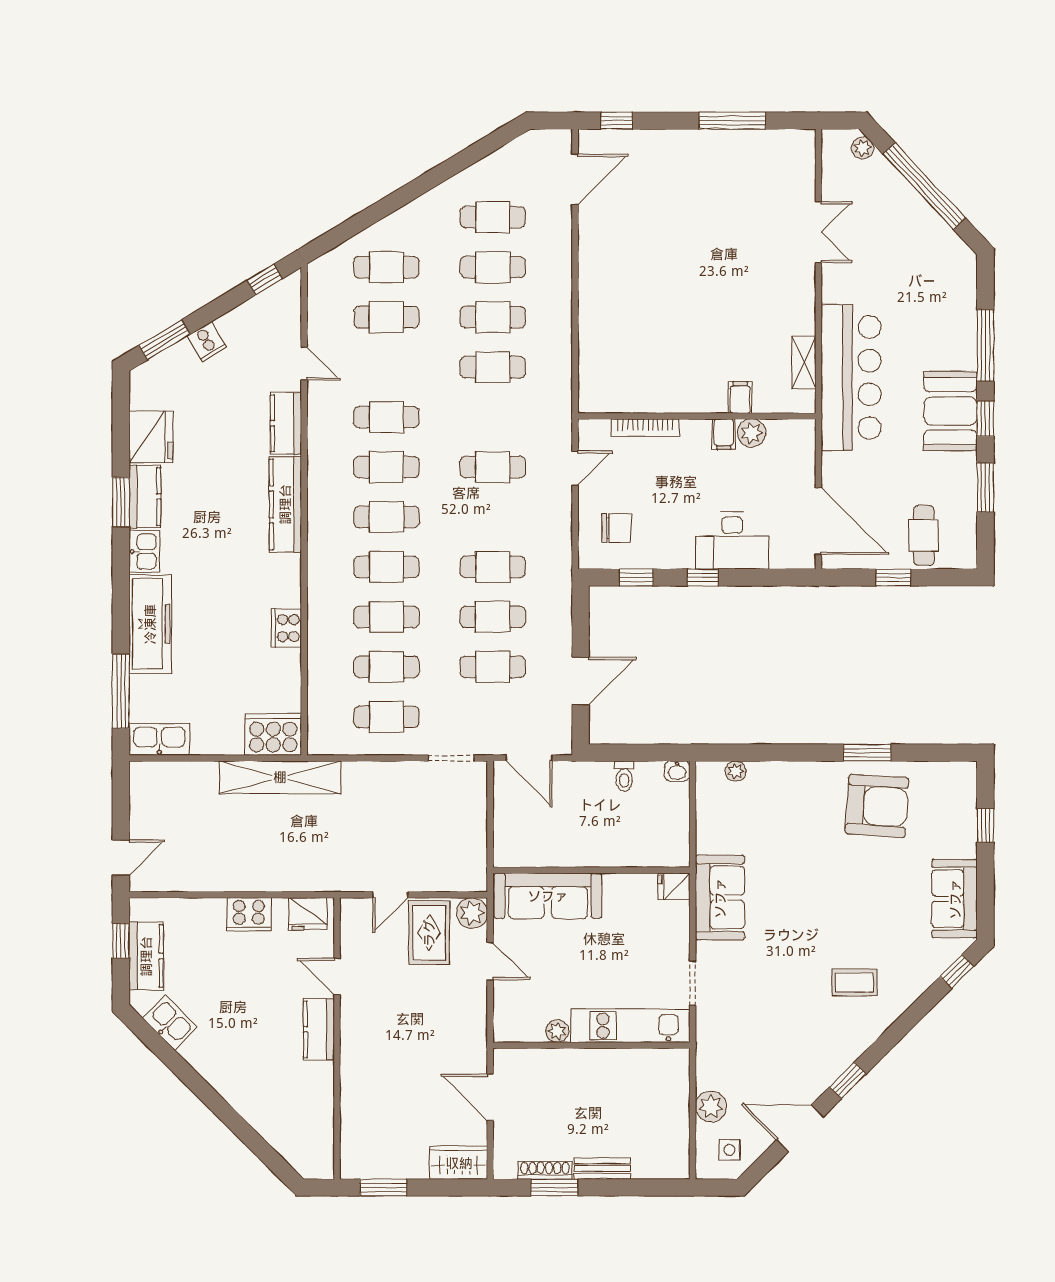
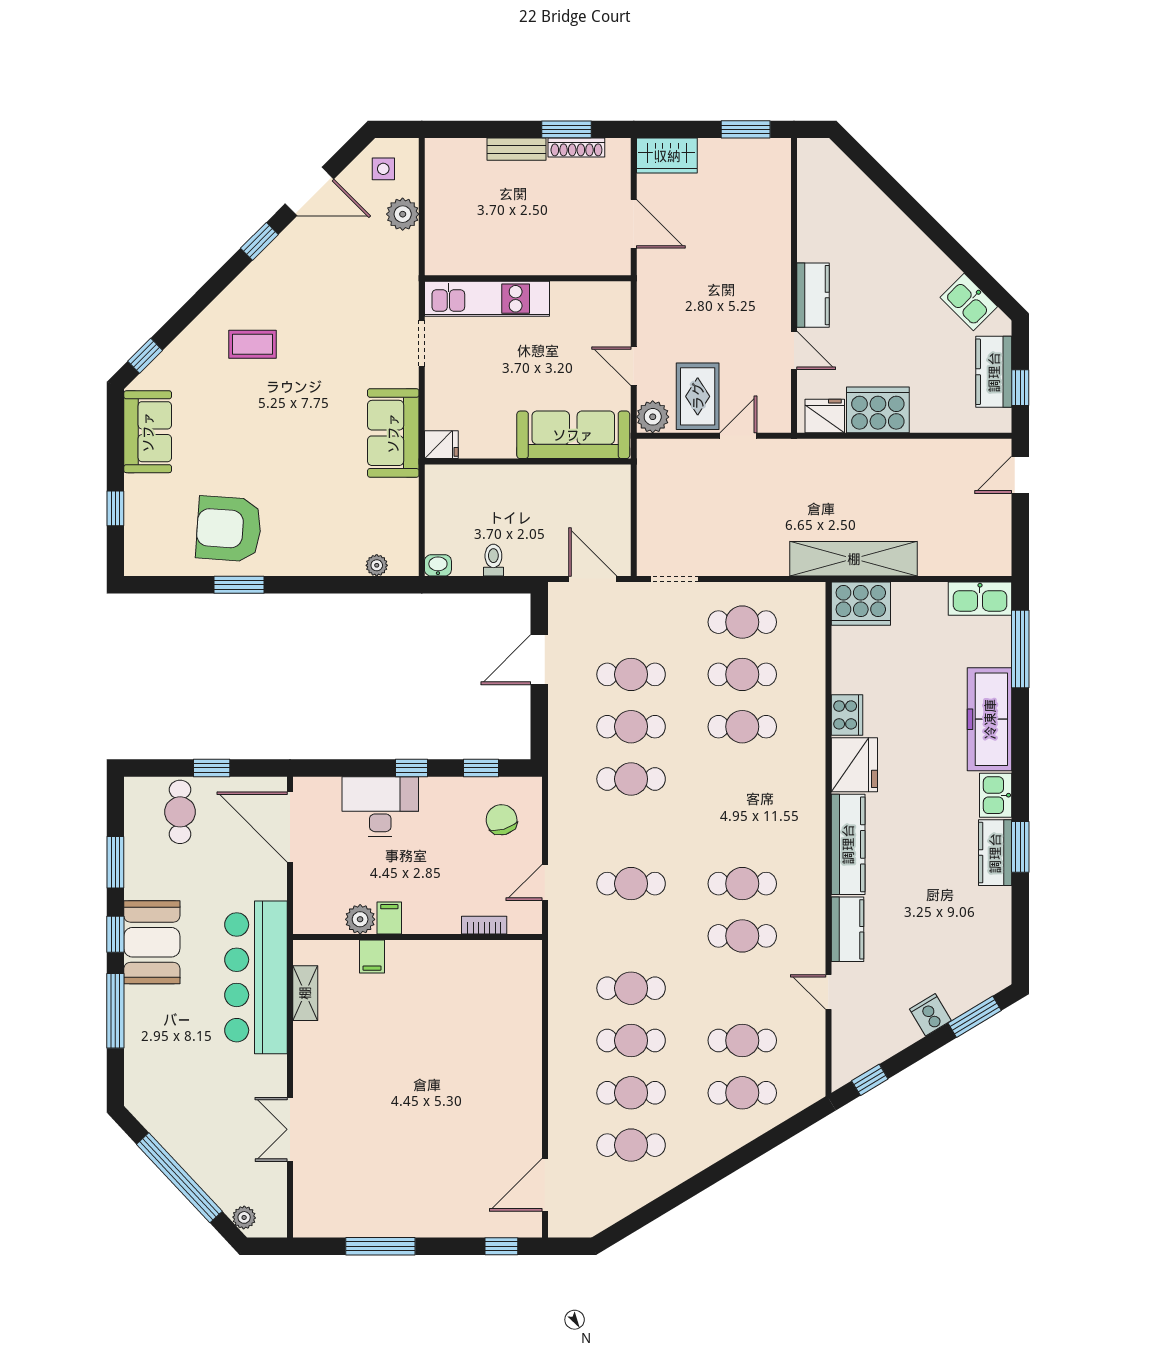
bookcase: (645, 427) -> (484, 925), width x0.64
fridge: (151, 437) -> (854, 765), moved, turned 180
cafe table: (386, 517) -> (742, 831), removed
chair: (616, 528) -> (502, 820), turned 74
cafe table: (386, 567) -> (742, 779), removed
cooker: (249, 914) -> (878, 410), width x1.37, depth x1.31
plant: (557, 1031) -> (563, 293), removed

